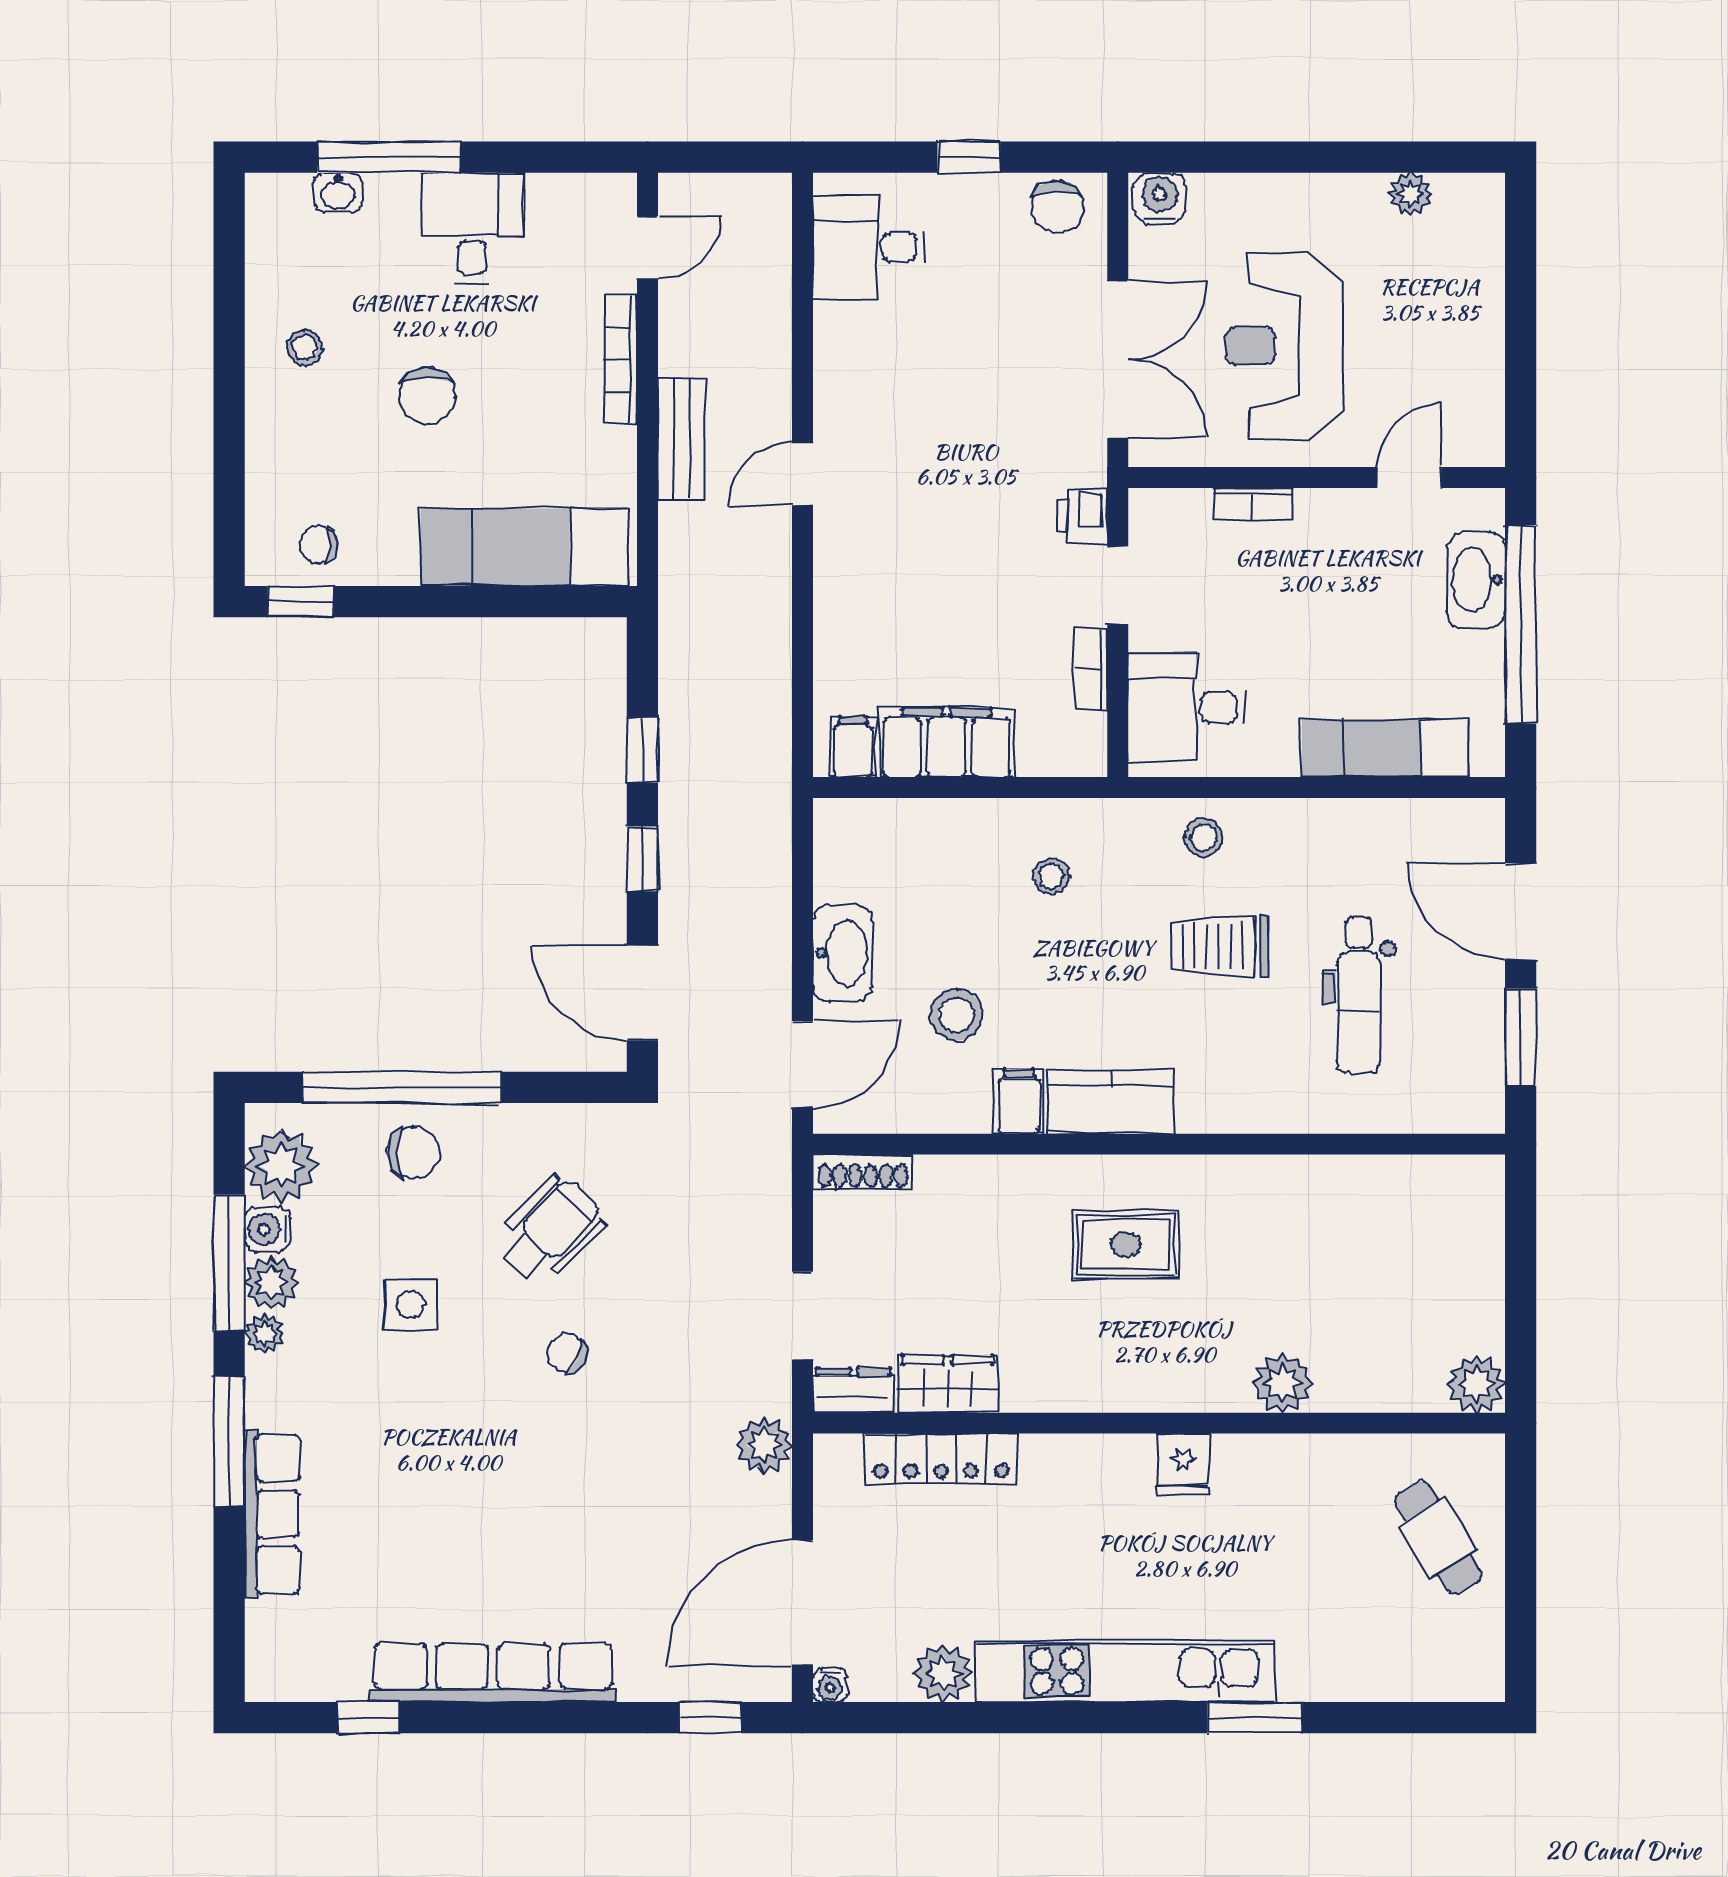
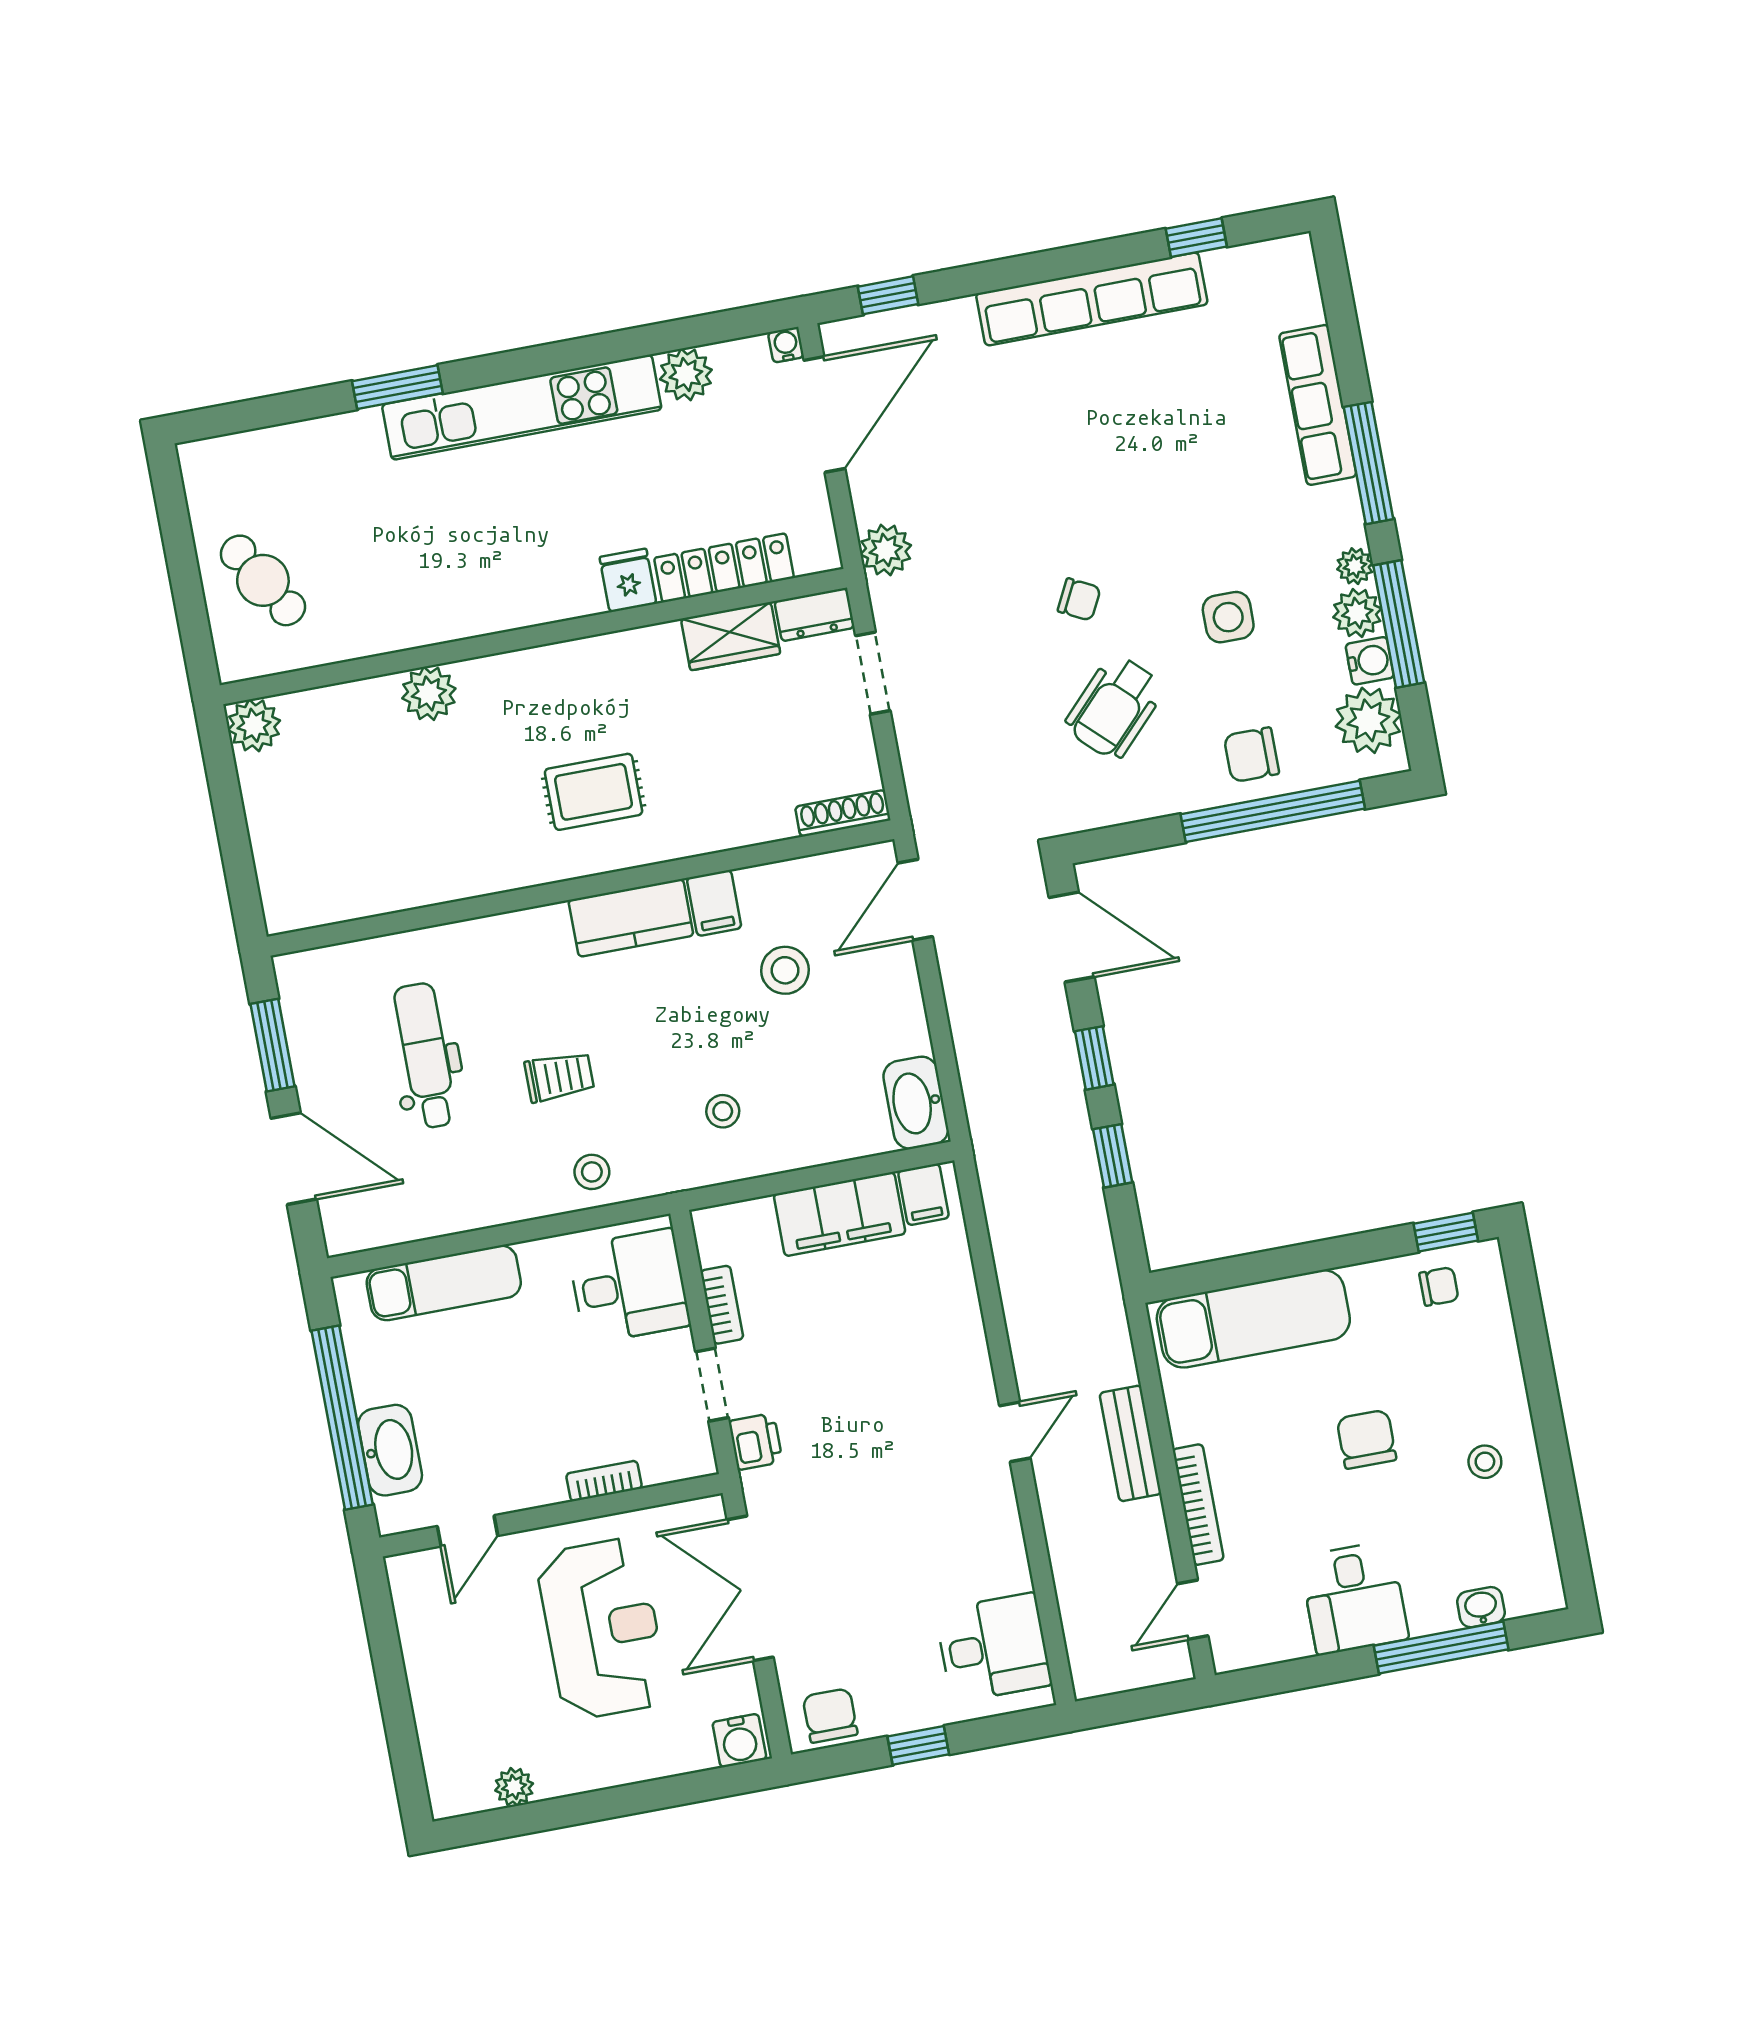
trolley: (1220, 946) -> (559, 1077), width x0.73, depth x0.72
washbasin: (843, 953) -> (916, 1103), moved
fridge: (1183, 1464) -> (628, 580), moved

